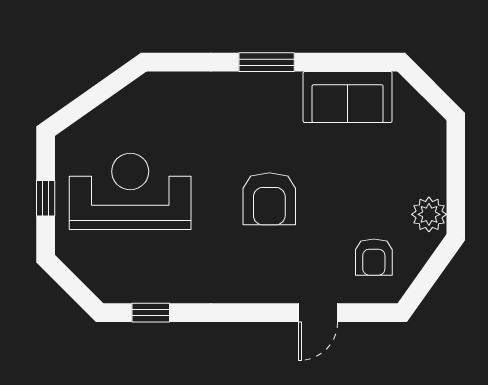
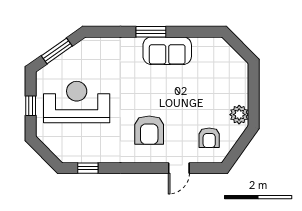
window: (94, 97) -> (57, 51), added
sofa: (348, 97) -> (167, 51), moved
armchair: (269, 199) -> (149, 130), moved

